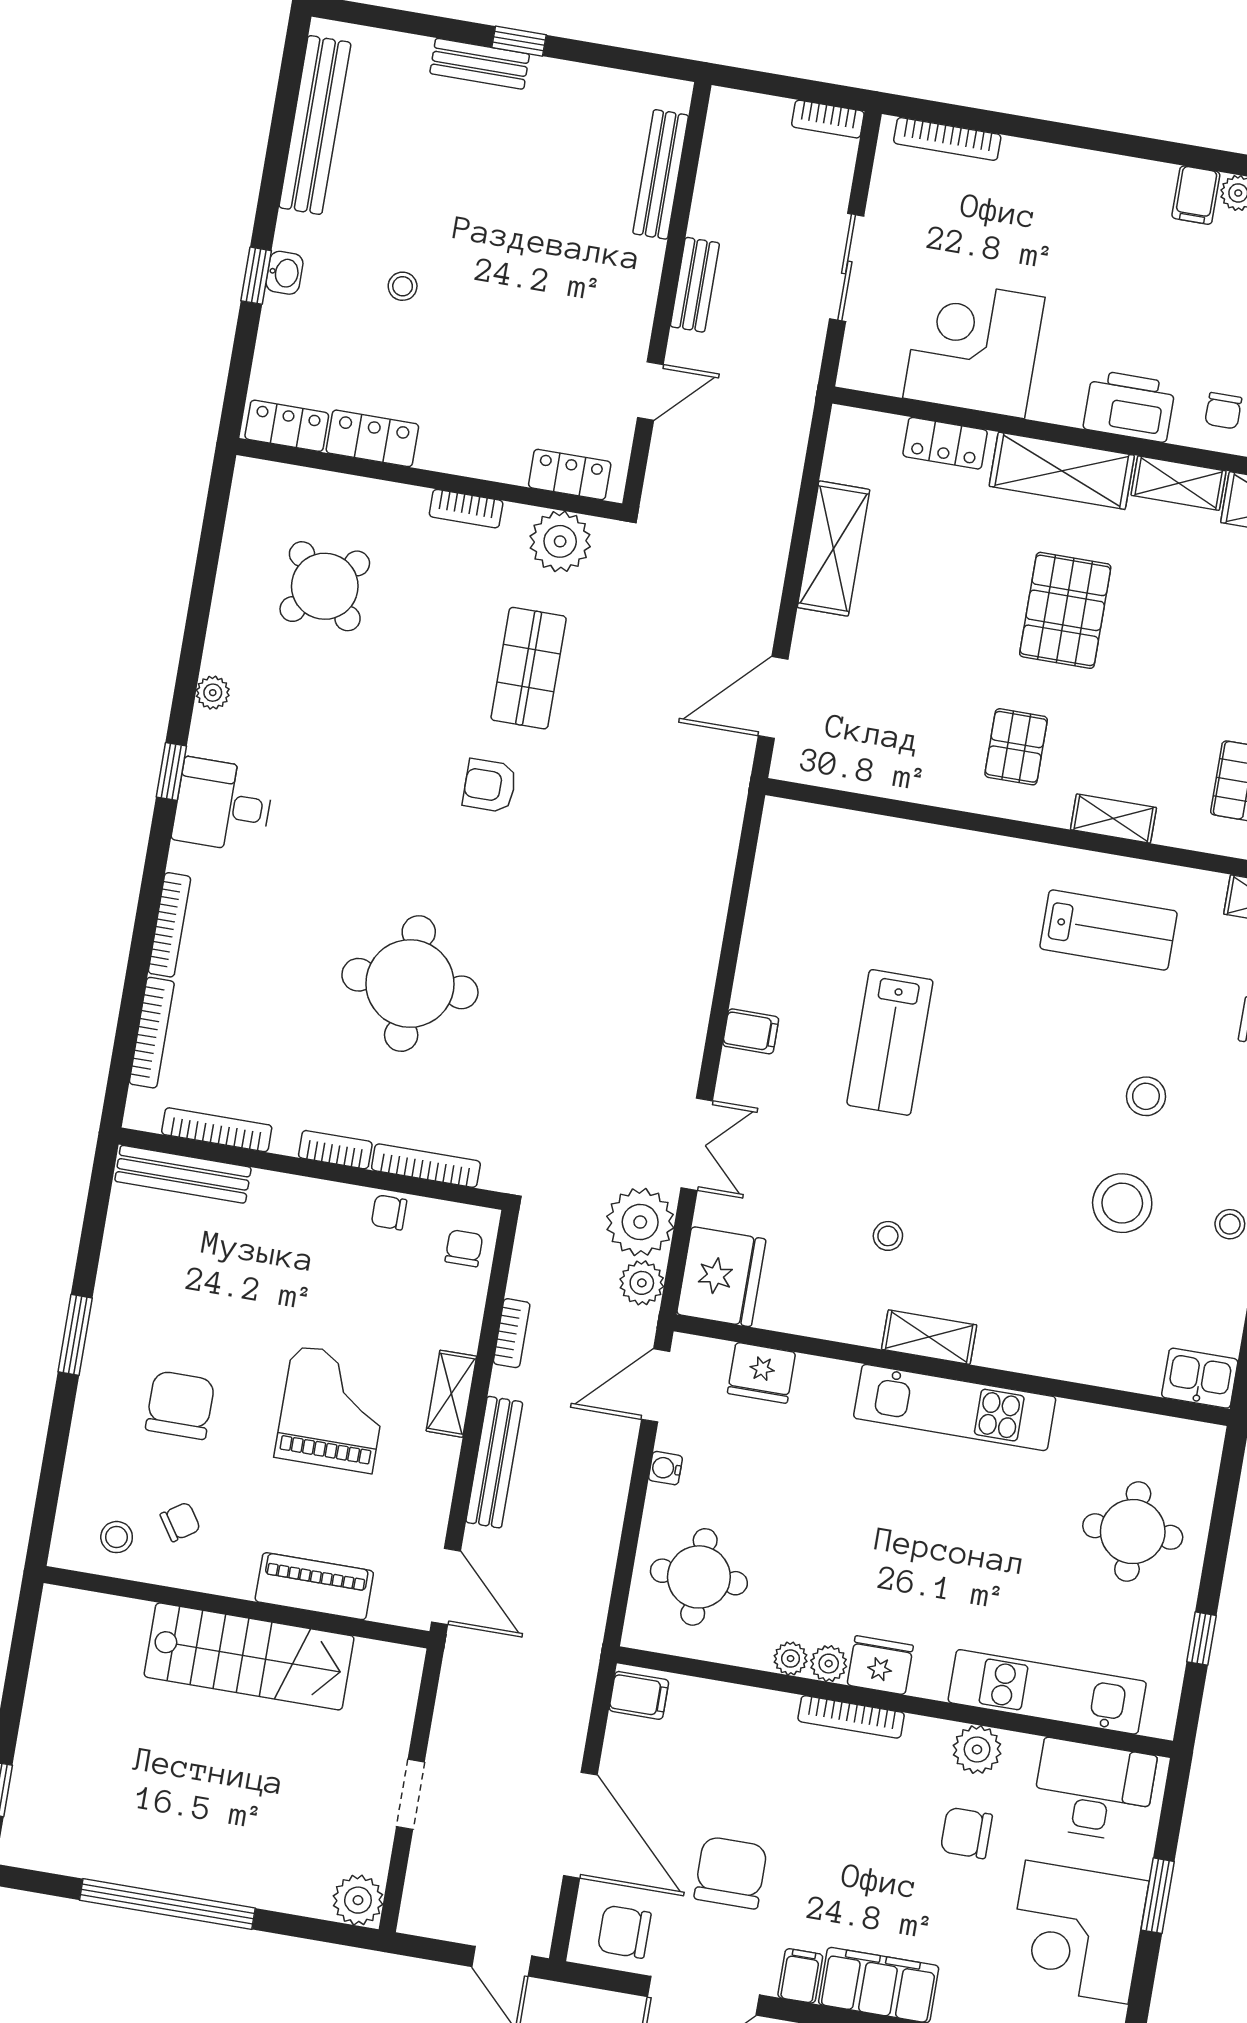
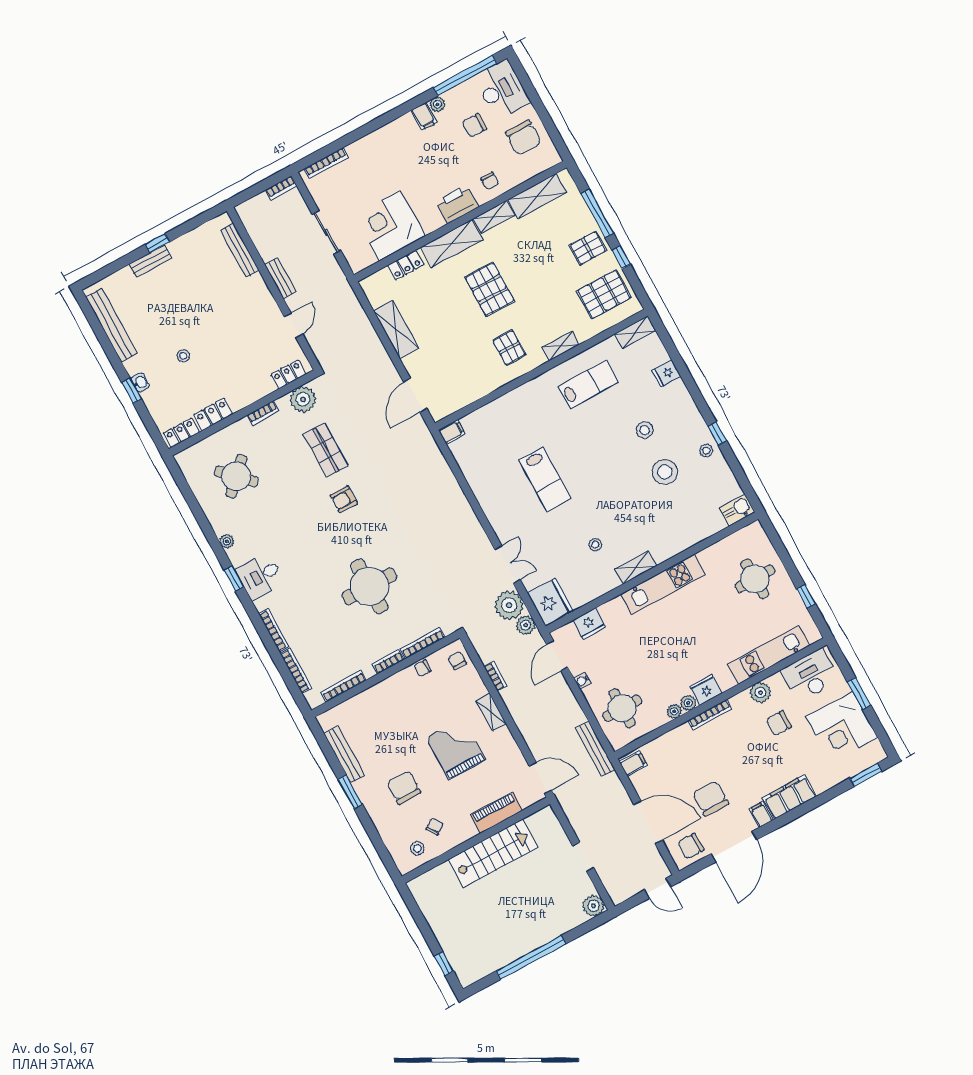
filing cabinet: (751, 1031) -> (452, 432), moved
bench: (183, 1174) -> (344, 755), moved, turned 90
bench: (494, 1462) -> (595, 749), moved

